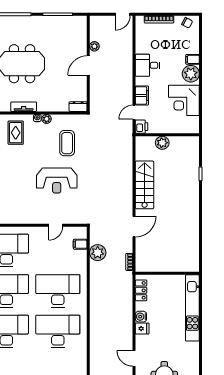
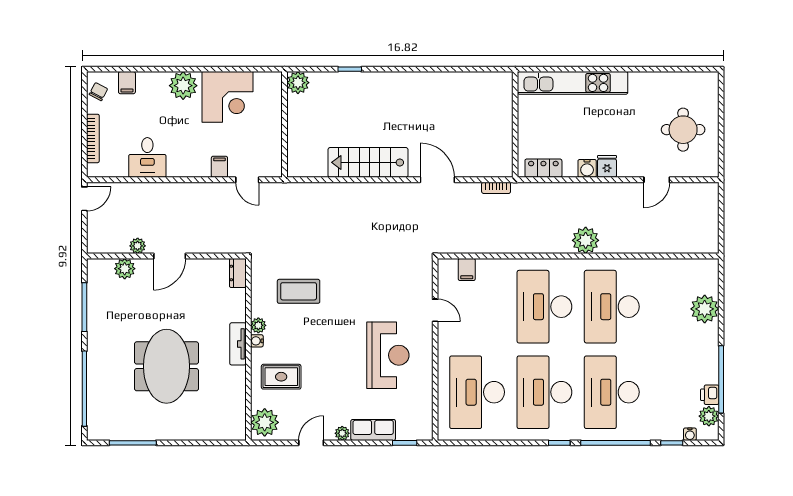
door: (123, 14) -> (84, 199), hinge flipped
plant: (81, 39) -> (125, 269), added
filing cabinet: (193, 59) -> (127, 83), moved
desk: (148, 65) -> (147, 157), moved
door: (88, 66) -> (170, 256), hinge flipped
filing cabinet: (142, 96) -> (219, 167), width x0.50
tv unit: (24, 107) -> (238, 344), moved
printer: (142, 127) -> (271, 167), removed
plant: (162, 143) -> (298, 83), moved
reception desk: (57, 180) -> (388, 355), moved
plant: (98, 253) -> (586, 240), moved

